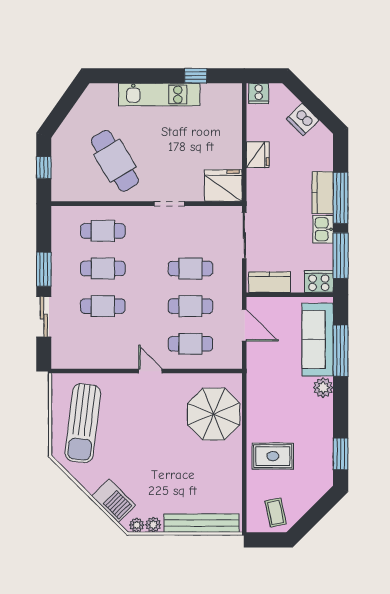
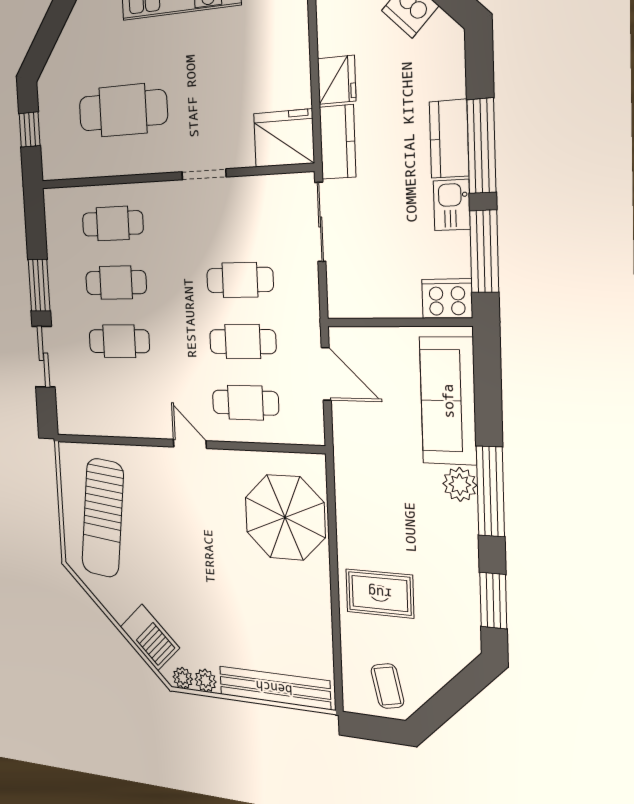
cafe table: (115, 161) -> (123, 110), turned -59
kitchen counter: (270, 282) -> (338, 142), moved, turned 90
window: (341, 351) -> (490, 491), moved

